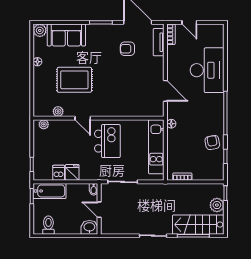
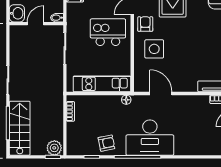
armchair: (127, 49) -> (145, 24), moved
desk: (207, 70) -> (150, 138), moved
door: (165, 91) -> (161, 93), swing flipped
side table: (123, 97) -> (154, 49), added
kitchen island: (107, 141) -> (108, 32), turned 180
plant: (217, 205) -> (54, 148), moved

